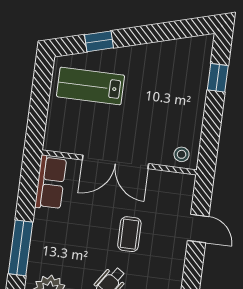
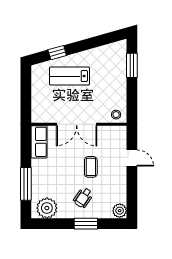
window: (218, 78) -> (132, 65), width x1.50
lab bench: (91, 86) -> (69, 76), moved

